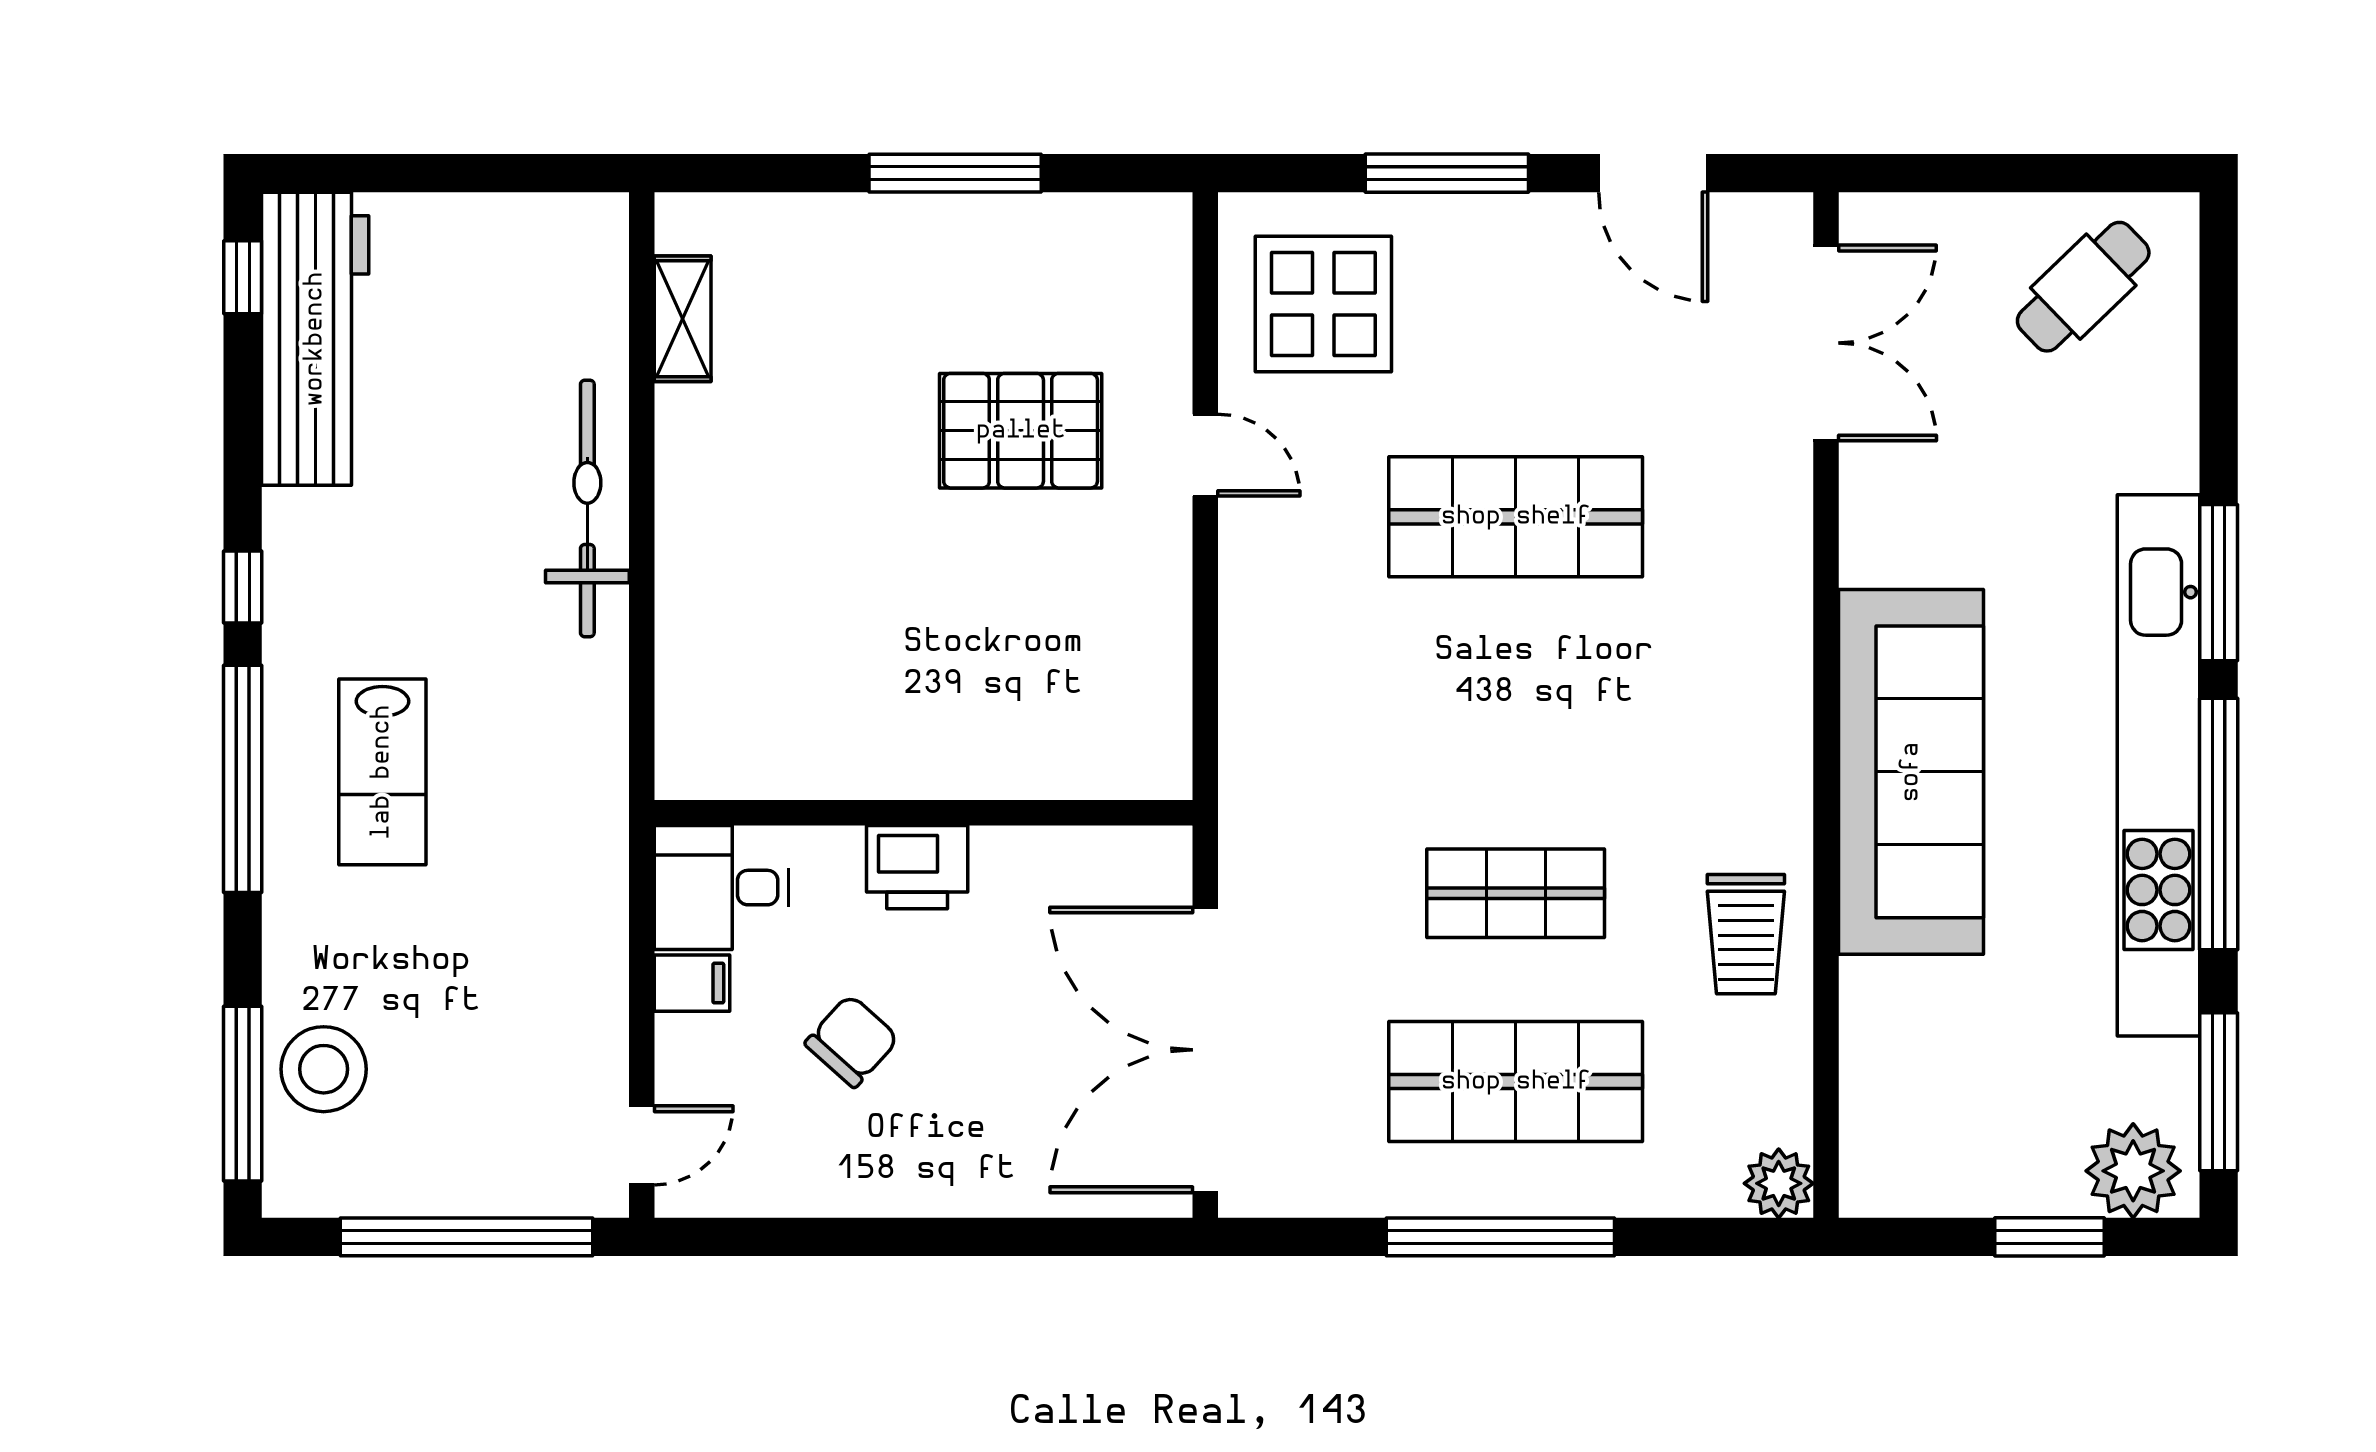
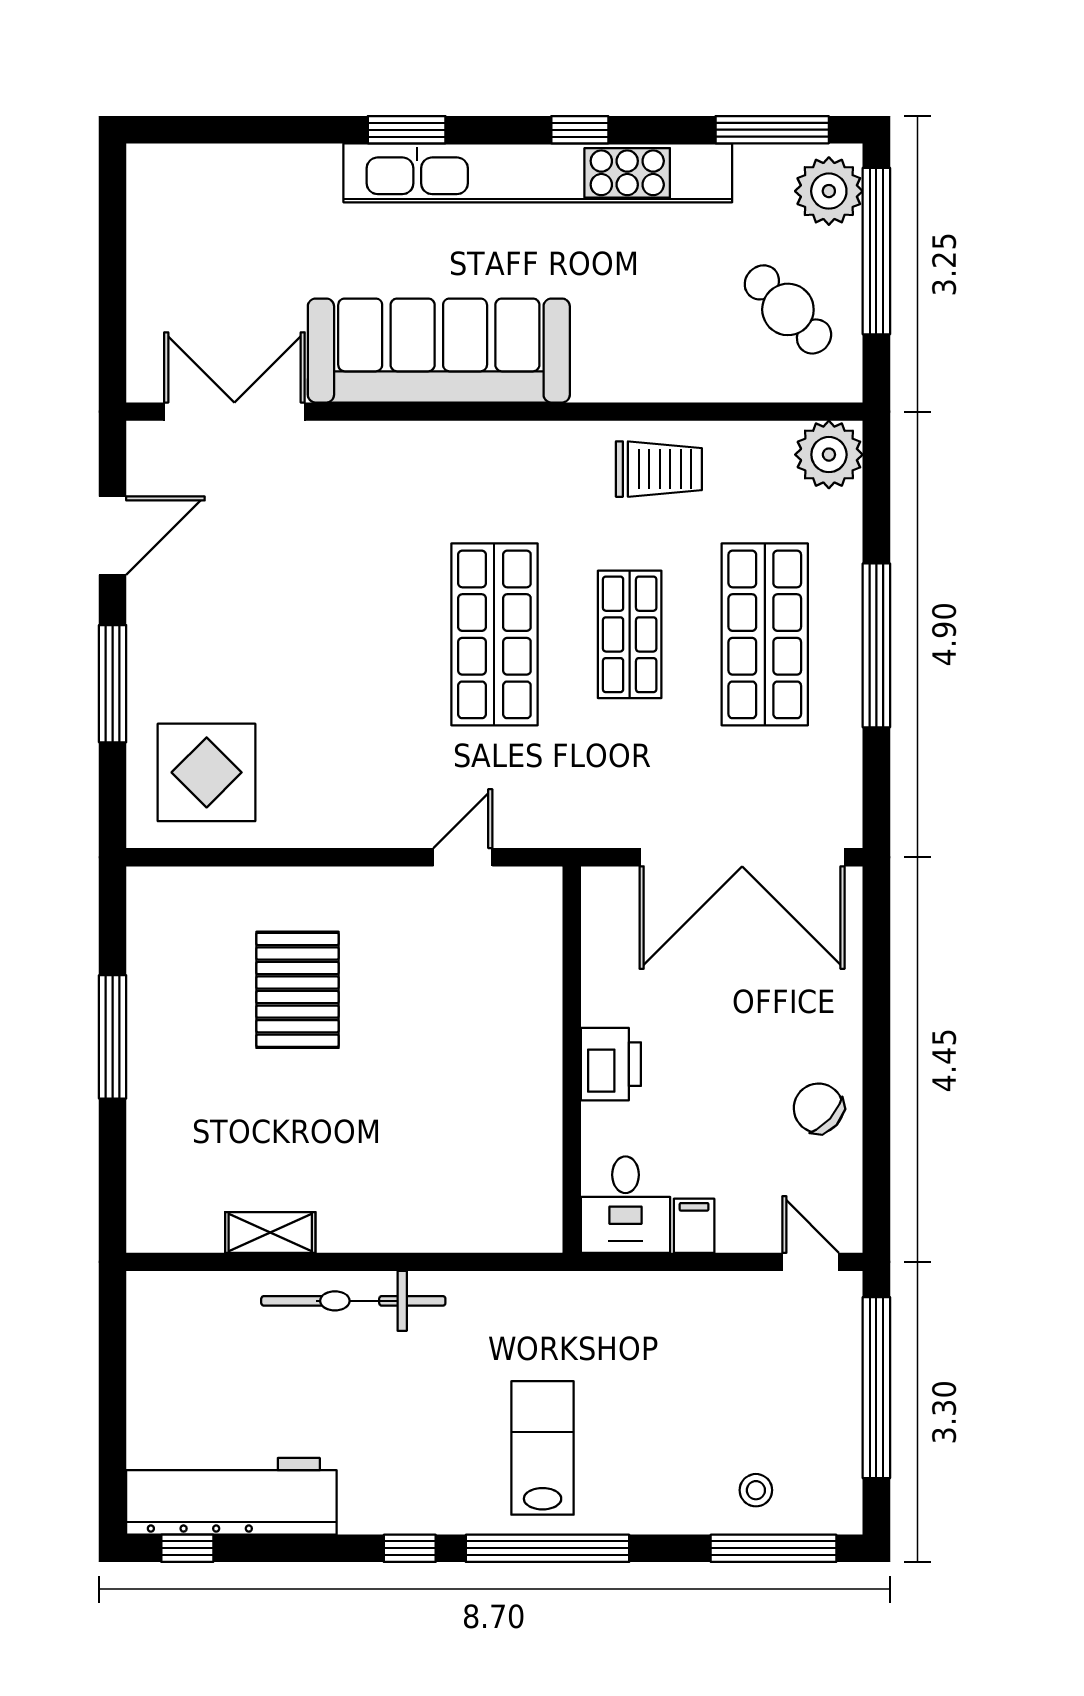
cafe table: (2083, 287) -> (788, 309), moved
shelving: (683, 319) -> (270, 1232), moved
door: (1205, 455) -> (463, 857), moved
shop shelf: (1516, 517) -> (494, 634), moved
window: (2219, 583) -> (407, 130), width x0.69
lab bench: (382, 772) -> (543, 1448), turned -90
sofa: (1911, 772) -> (439, 351), moved
window: (2219, 824) -> (580, 130), width x0.32
chair: (852, 1041) -> (818, 1108), moved
stool: (324, 1069) -> (756, 1490), width x0.53, depth x0.53
plant: (1779, 1183) -> (829, 455), width x1.36, depth x1.36
window: (2050, 1237) -> (876, 251), width x2.11

